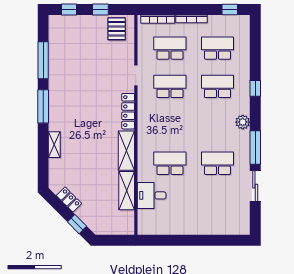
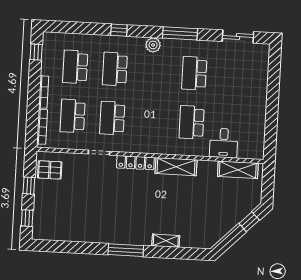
window: (43, 60) -> (78, 248), removed
sliding door: (255, 186) -> (238, 37), moved
shelving: (127, 191) -> (238, 170), moved
locker: (69, 200) -> (223, 229), removed

